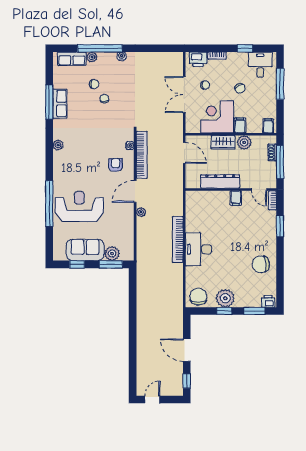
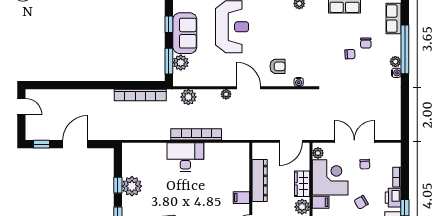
plant: (92, 57) -> (395, 62), moved
printer: (198, 59) -> (393, 198), moved
plant: (195, 128) -> (318, 153), added
bookcase: (142, 155) -> (140, 95), moved
plant: (144, 247) -> (188, 97), added
chair: (198, 297) -> (134, 157), removed

